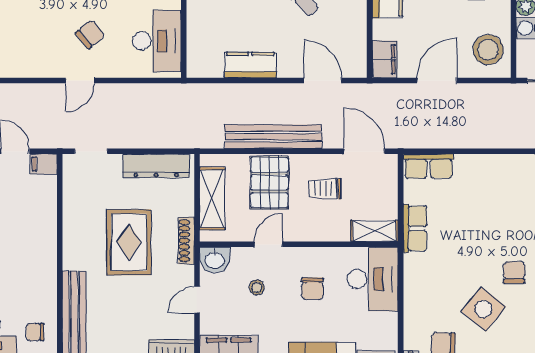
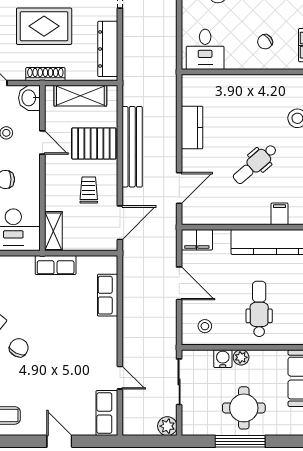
desk: (157, 41) -> (205, 49), width x0.73
stool: (488, 50) -> (205, 326), width x0.53, depth x0.53
row of seats: (429, 166) -> (108, 295), moved
chair: (514, 272) -> (19, 348), turned -63

